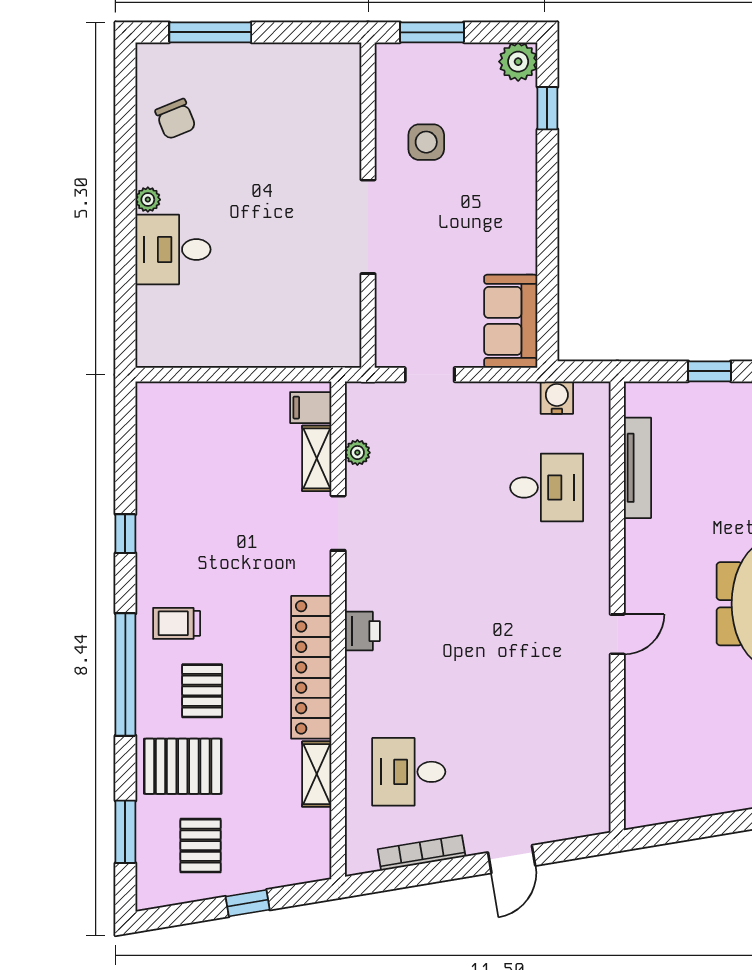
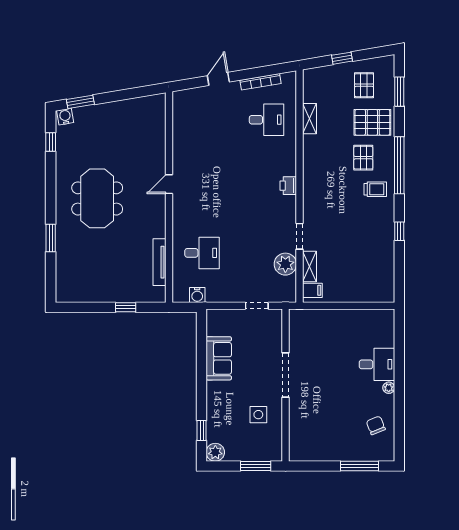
sofa: (511, 321) -> (219, 358), moved
plant: (357, 453) -> (285, 264), width x1.87, depth x1.87
desk: (547, 487) -> (202, 253), turned 180
locker: (311, 667) -> (312, 169), removed

